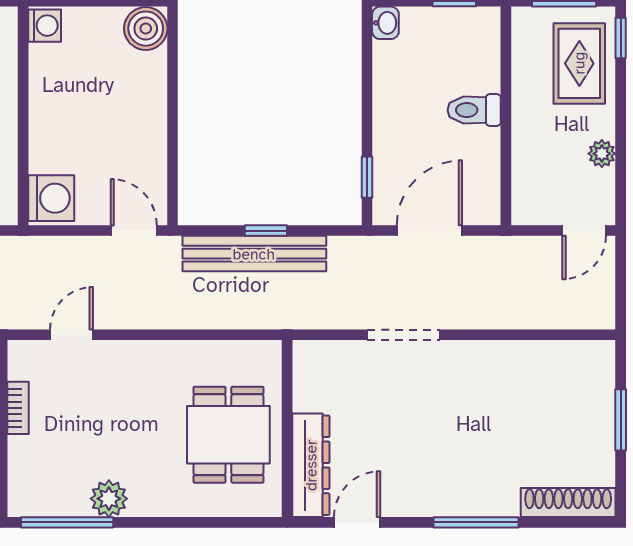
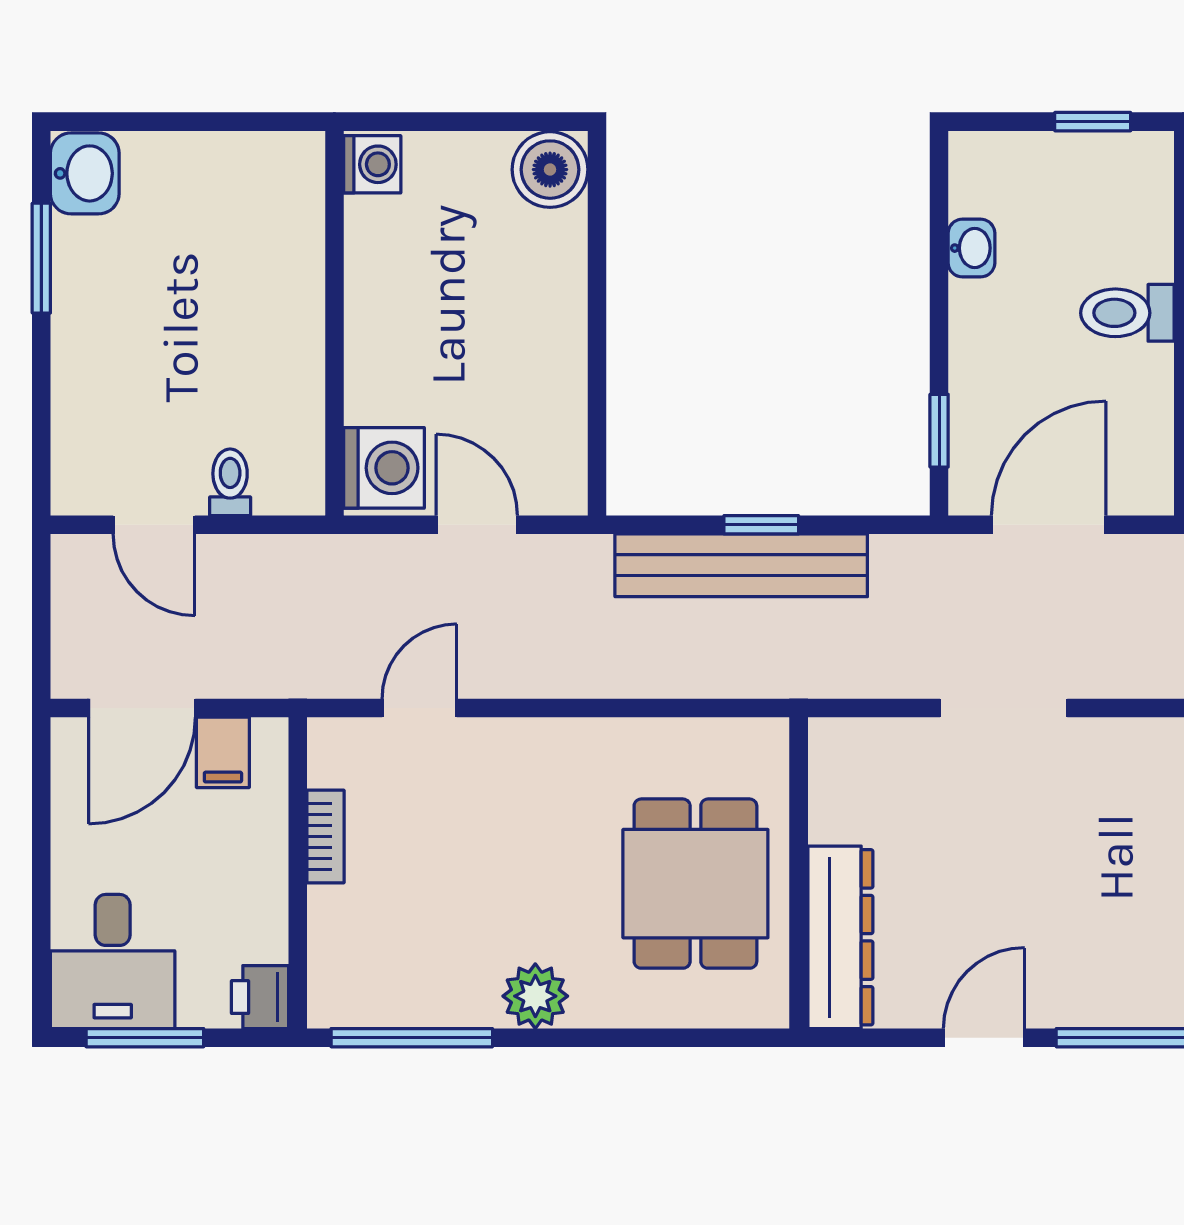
washbasin: (385, 23) -> (971, 248), moved
door: (134, 231) -> (477, 525), moved
plant: (109, 499) -> (535, 996), moved
door: (357, 522) -> (984, 1038), moved

